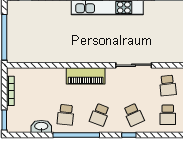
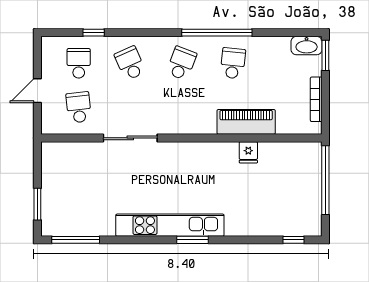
fridge: (55, 56) -> (248, 152), added
piano: (86, 76) -> (246, 122), moved
washbasin: (41, 126) -> (307, 46), moved
window: (129, 135) -> (94, 33), moved

